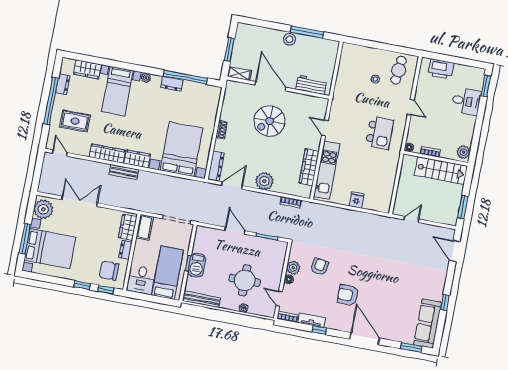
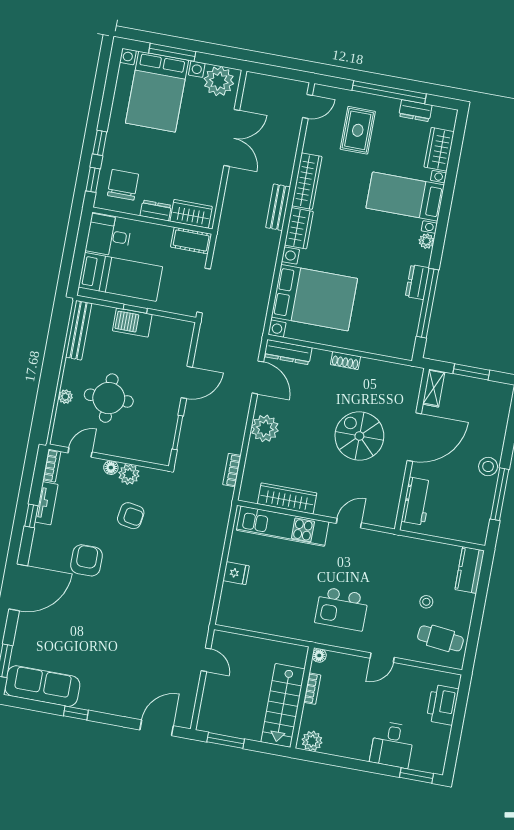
kitchen counter: (355, 51) -> (470, 570), added

